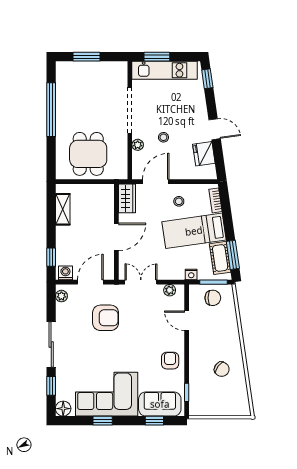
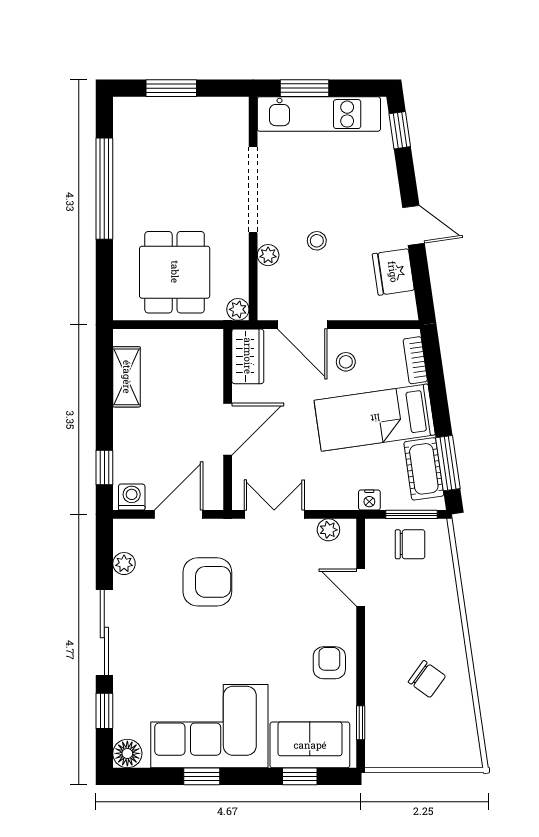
plant: (122, 174) -> (238, 309), added
door: (156, 182) -> (302, 325), swing flipped
plant: (61, 296) -> (124, 564), moved

